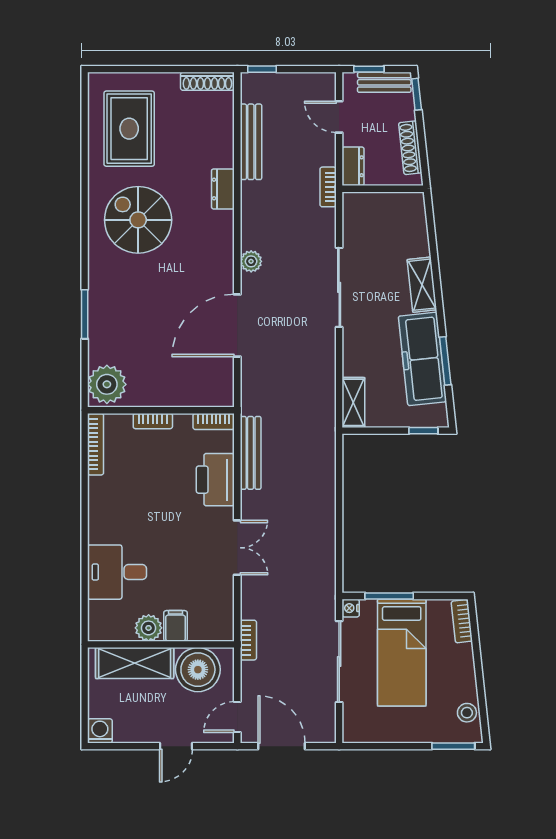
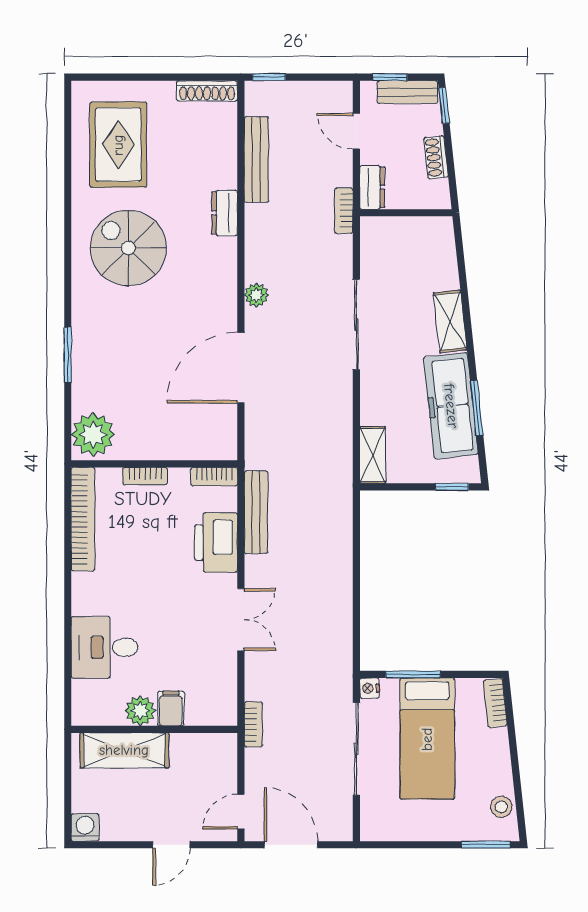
shoe rack: (410, 148) -> (436, 157), width x0.70
bookcase: (96, 444) -> (83, 519), width x1.48, depth x1.31
boiler: (198, 670) -> (196, 758), removed

